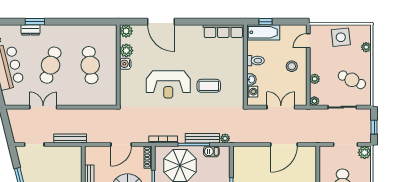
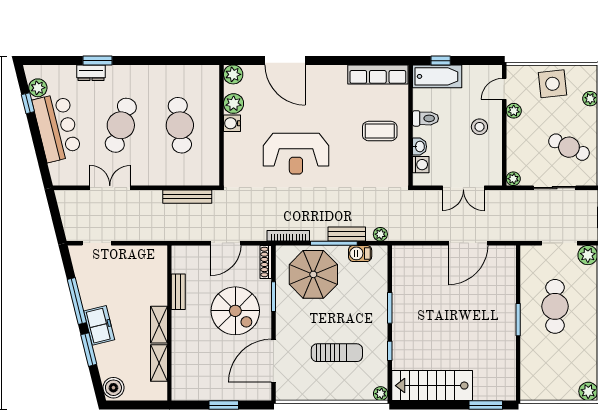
plant: (315, 79) -> (514, 111), moved
coffee table: (209, 86) -> (380, 131), moved
double door: (281, 107) -> (463, 188), swing flipped
bench: (70, 138) -> (187, 197), moved
bench: (202, 138) -> (347, 234), width x0.73

